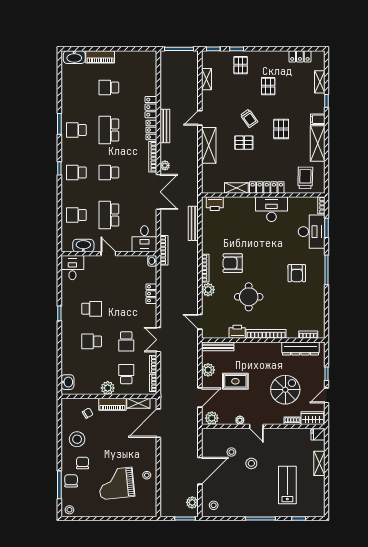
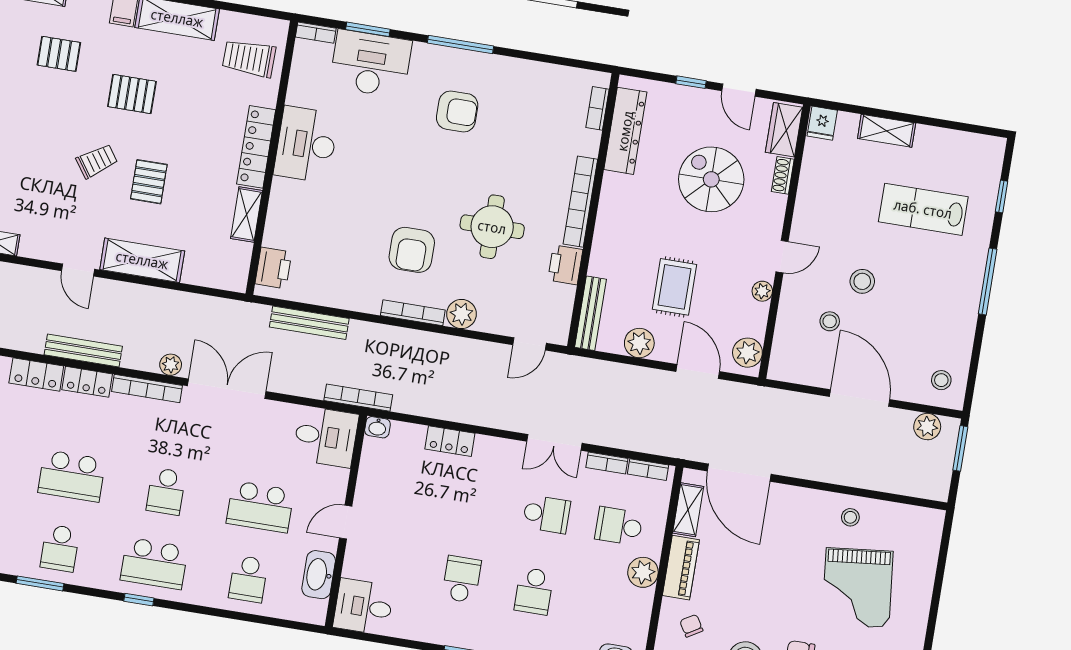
pallet: (268, 86) -> (59, 54), moved
school desk: (76, 173) -> (154, 564), width x1.85

